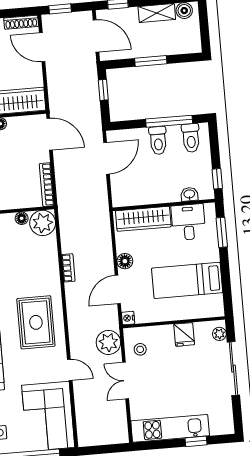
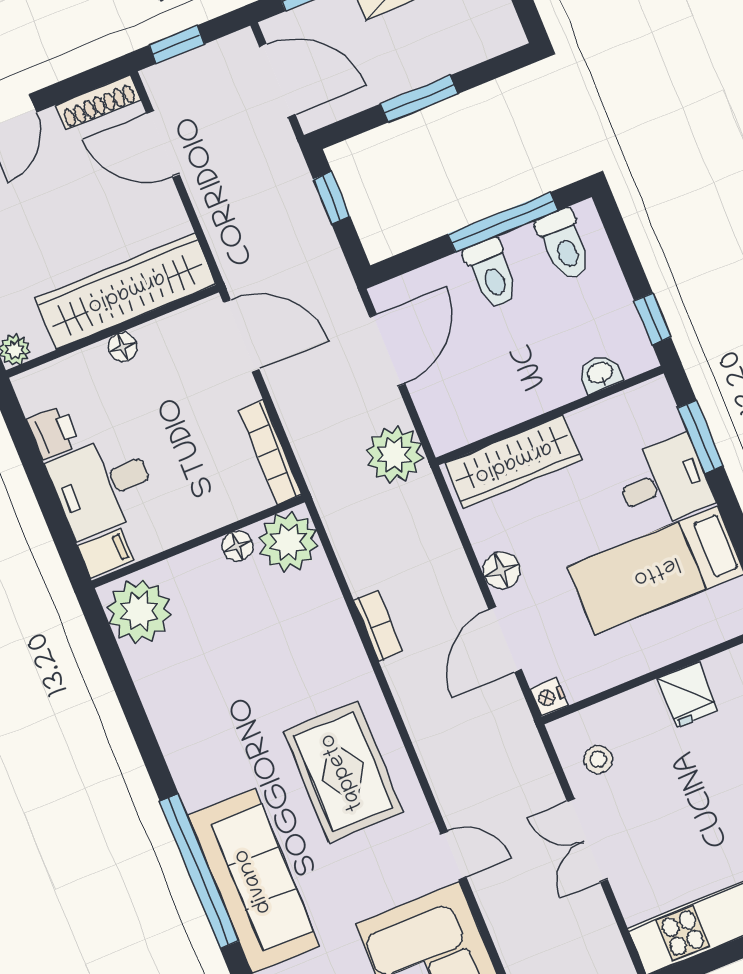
desk: (188, 222) -> (663, 482), moved, turned 90
plant: (108, 342) -> (394, 454), moved

